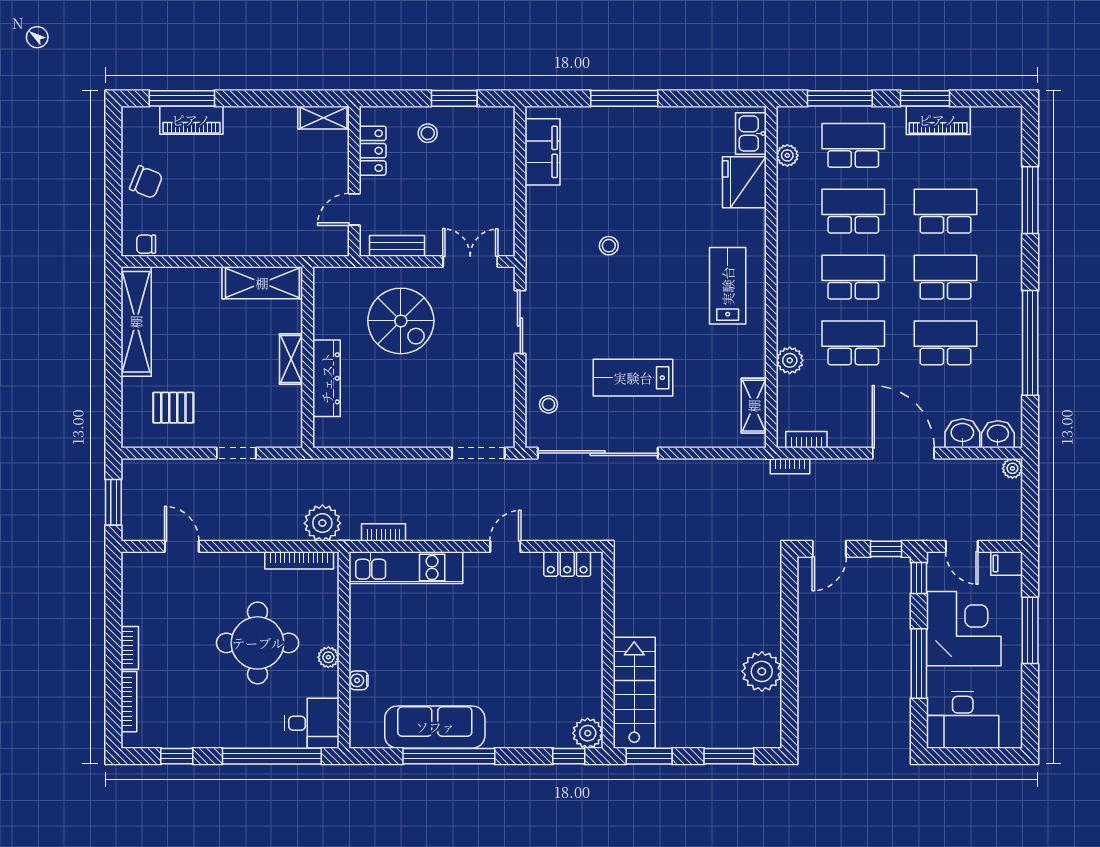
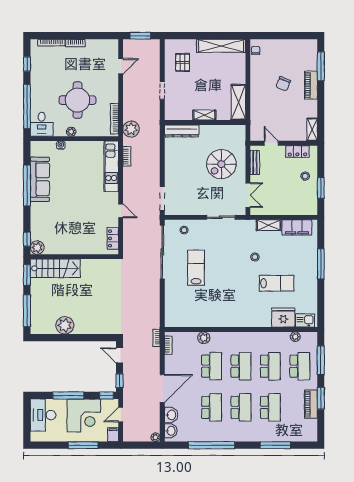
piano: (191, 120) -> (311, 85), moved
chair: (146, 182) -> (283, 84), moved
lab bench: (728, 286) -> (277, 283), moved
dresser: (327, 378) -> (182, 131), moved
shelving: (754, 406) -> (269, 225), moved
window: (729, 756) -> (27, 311), width x1.44

